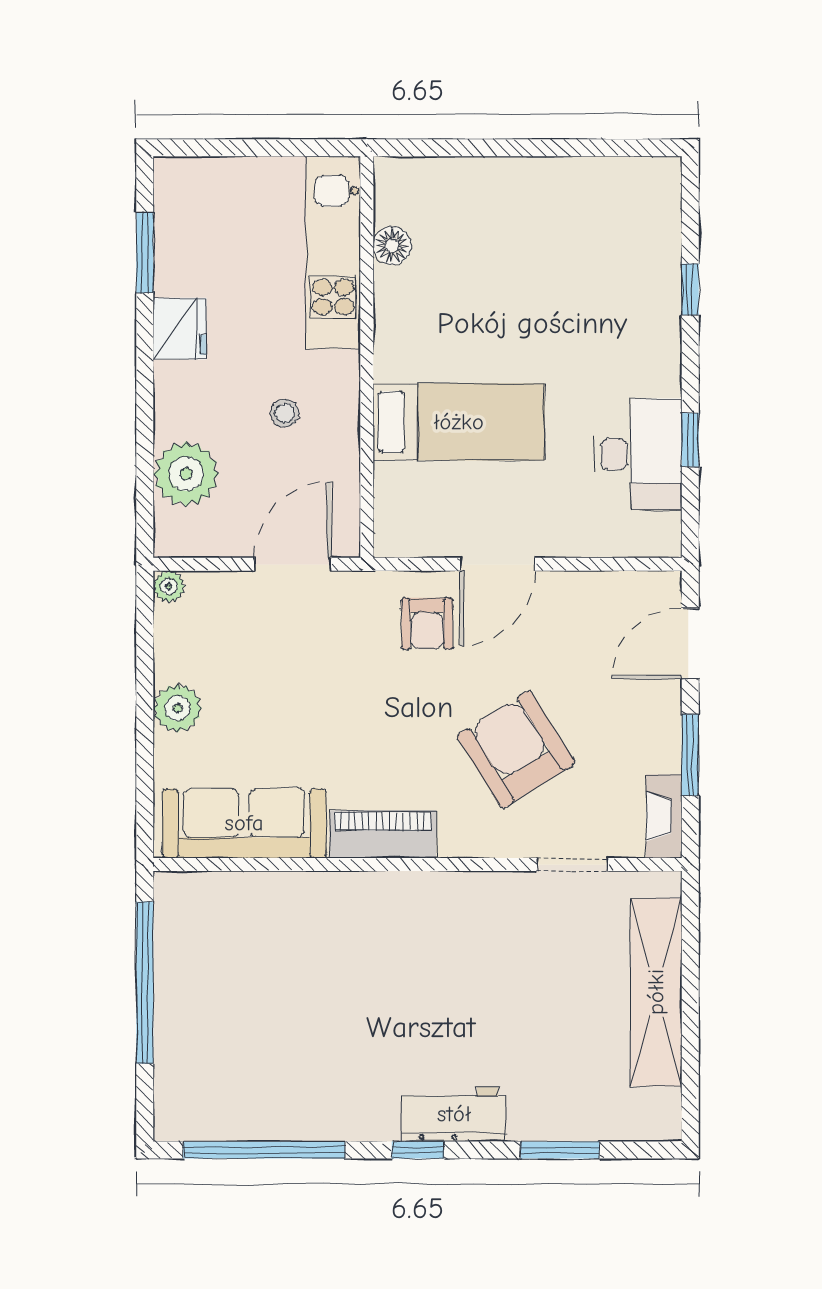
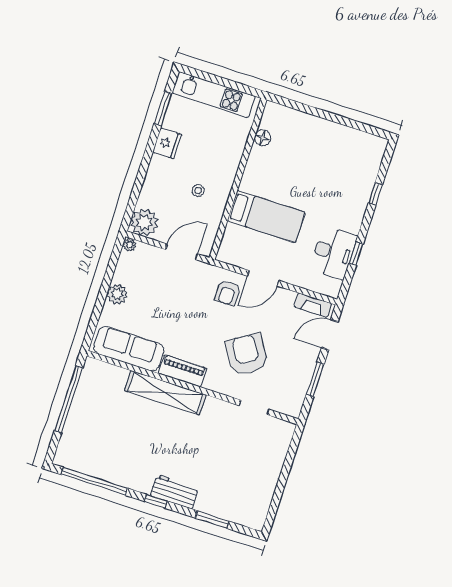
kitchen unit: (333, 253) -> (214, 94), moved, turned -90
plant: (186, 474) -> (144, 222), moved
fireplace: (664, 816) -> (313, 305), moved, turned -90
shelving: (656, 992) -> (165, 393), moved, turned 90

